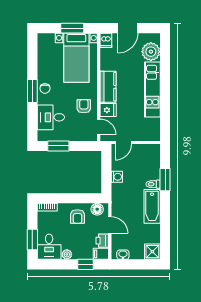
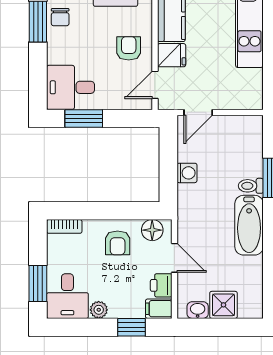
desk: (51, 117) -> (70, 87), moved
door: (99, 127) -> (155, 85), swing flipped
shower: (152, 252) -> (223, 305), moved

